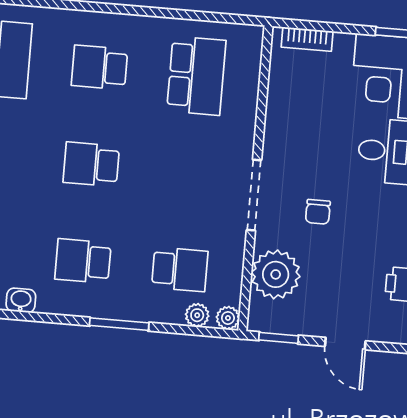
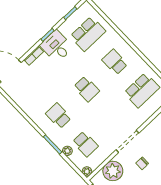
school desk: (91, 164) -> (87, 89), turned 180
washbasin: (21, 300) -> (29, 111), removed
plant: (197, 315) -> (67, 151), moved

